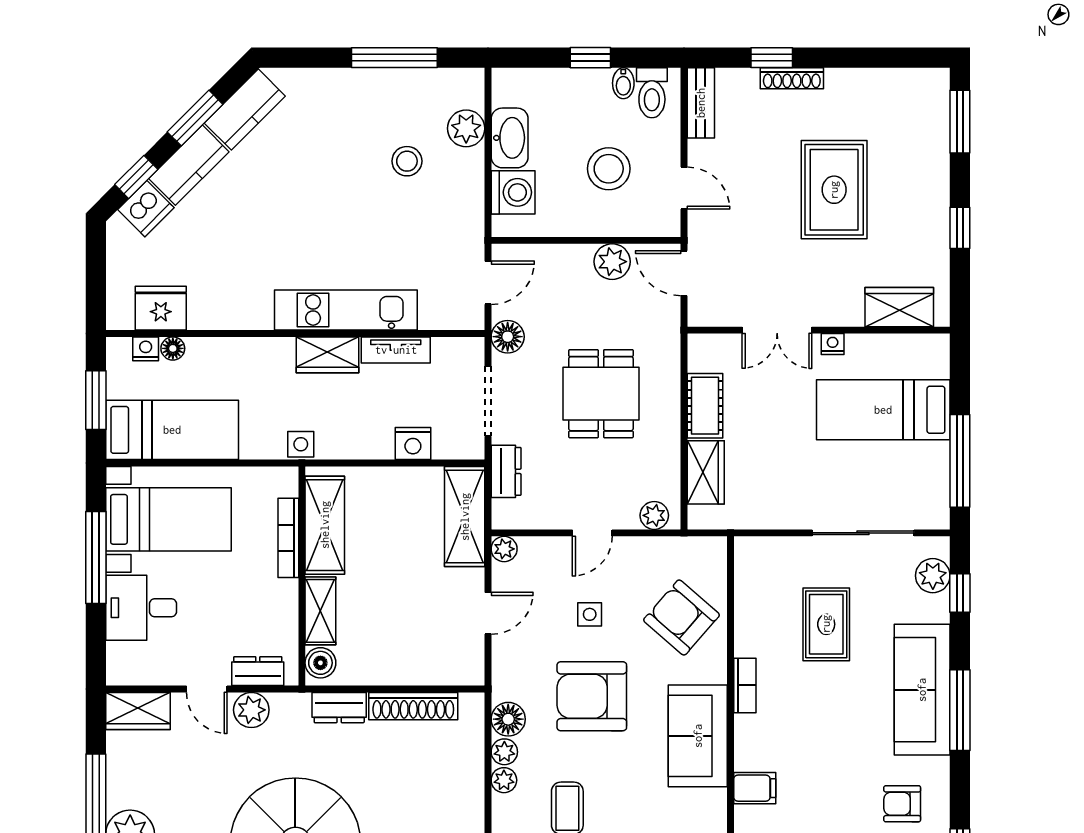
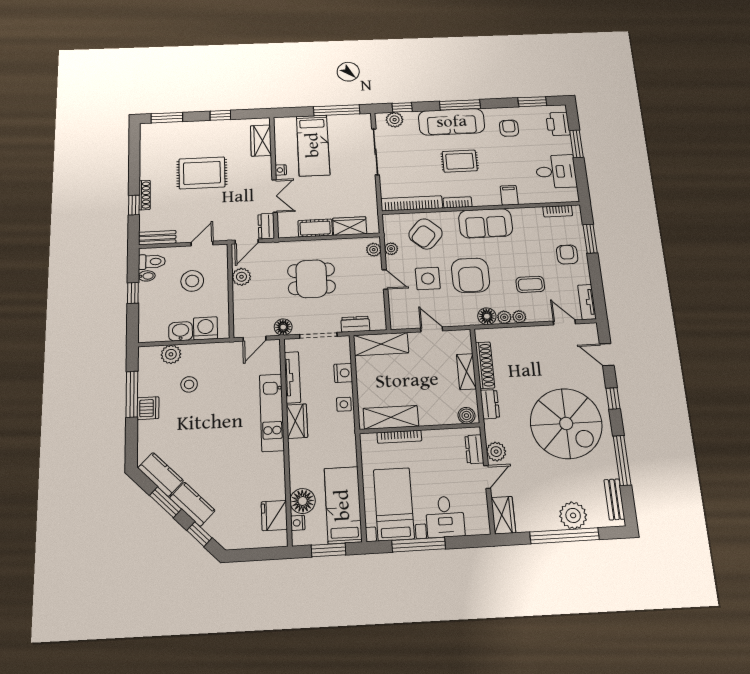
washbasin: (510, 138) -> (181, 331), width x0.72
dishwasher: (146, 209) -> (148, 408), moved, turned 45
door: (488, 283) -> (255, 339), swing flipped
dresser: (714, 312) -> (266, 226), added
floor lamp: (173, 348) -> (303, 501), width x1.89, depth x1.89
tv unit: (396, 350) -> (292, 377), width x1.41
side table: (301, 444) -> (344, 404), moved
plant: (504, 549) -> (391, 249), moved
bookcase: (747, 596) -> (412, 203), added
shelving: (320, 611) -> (466, 372), moved, turned 90
side table: (590, 614) -> (428, 279), width x1.87, depth x1.87
rug: (826, 624) -> (460, 161), moved
armchair: (902, 804) -> (509, 128), turned 180

